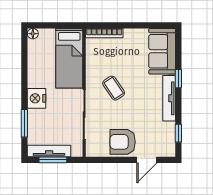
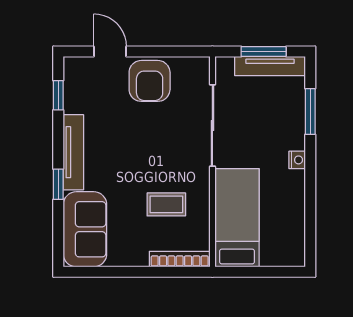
floor lamp: (33, 34) -> (297, 258), removed
coffee table: (114, 88) -> (166, 204), moved, turned -56
nightstand: (36, 98) -> (297, 160), width x0.53, depth x0.56
armchair: (123, 142) -> (150, 81), turned 90
door: (147, 160) -> (110, 52), hinge flipped

